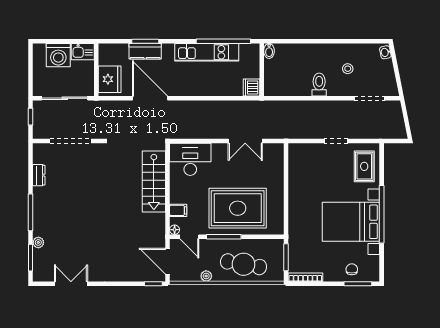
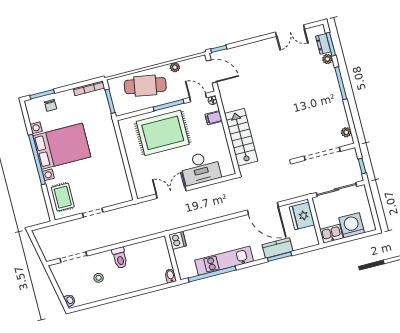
plant: (38, 158) -> (346, 132), added
desk: (190, 159) -> (200, 168), moved
dresser: (39, 175) -> (323, 44), moved

